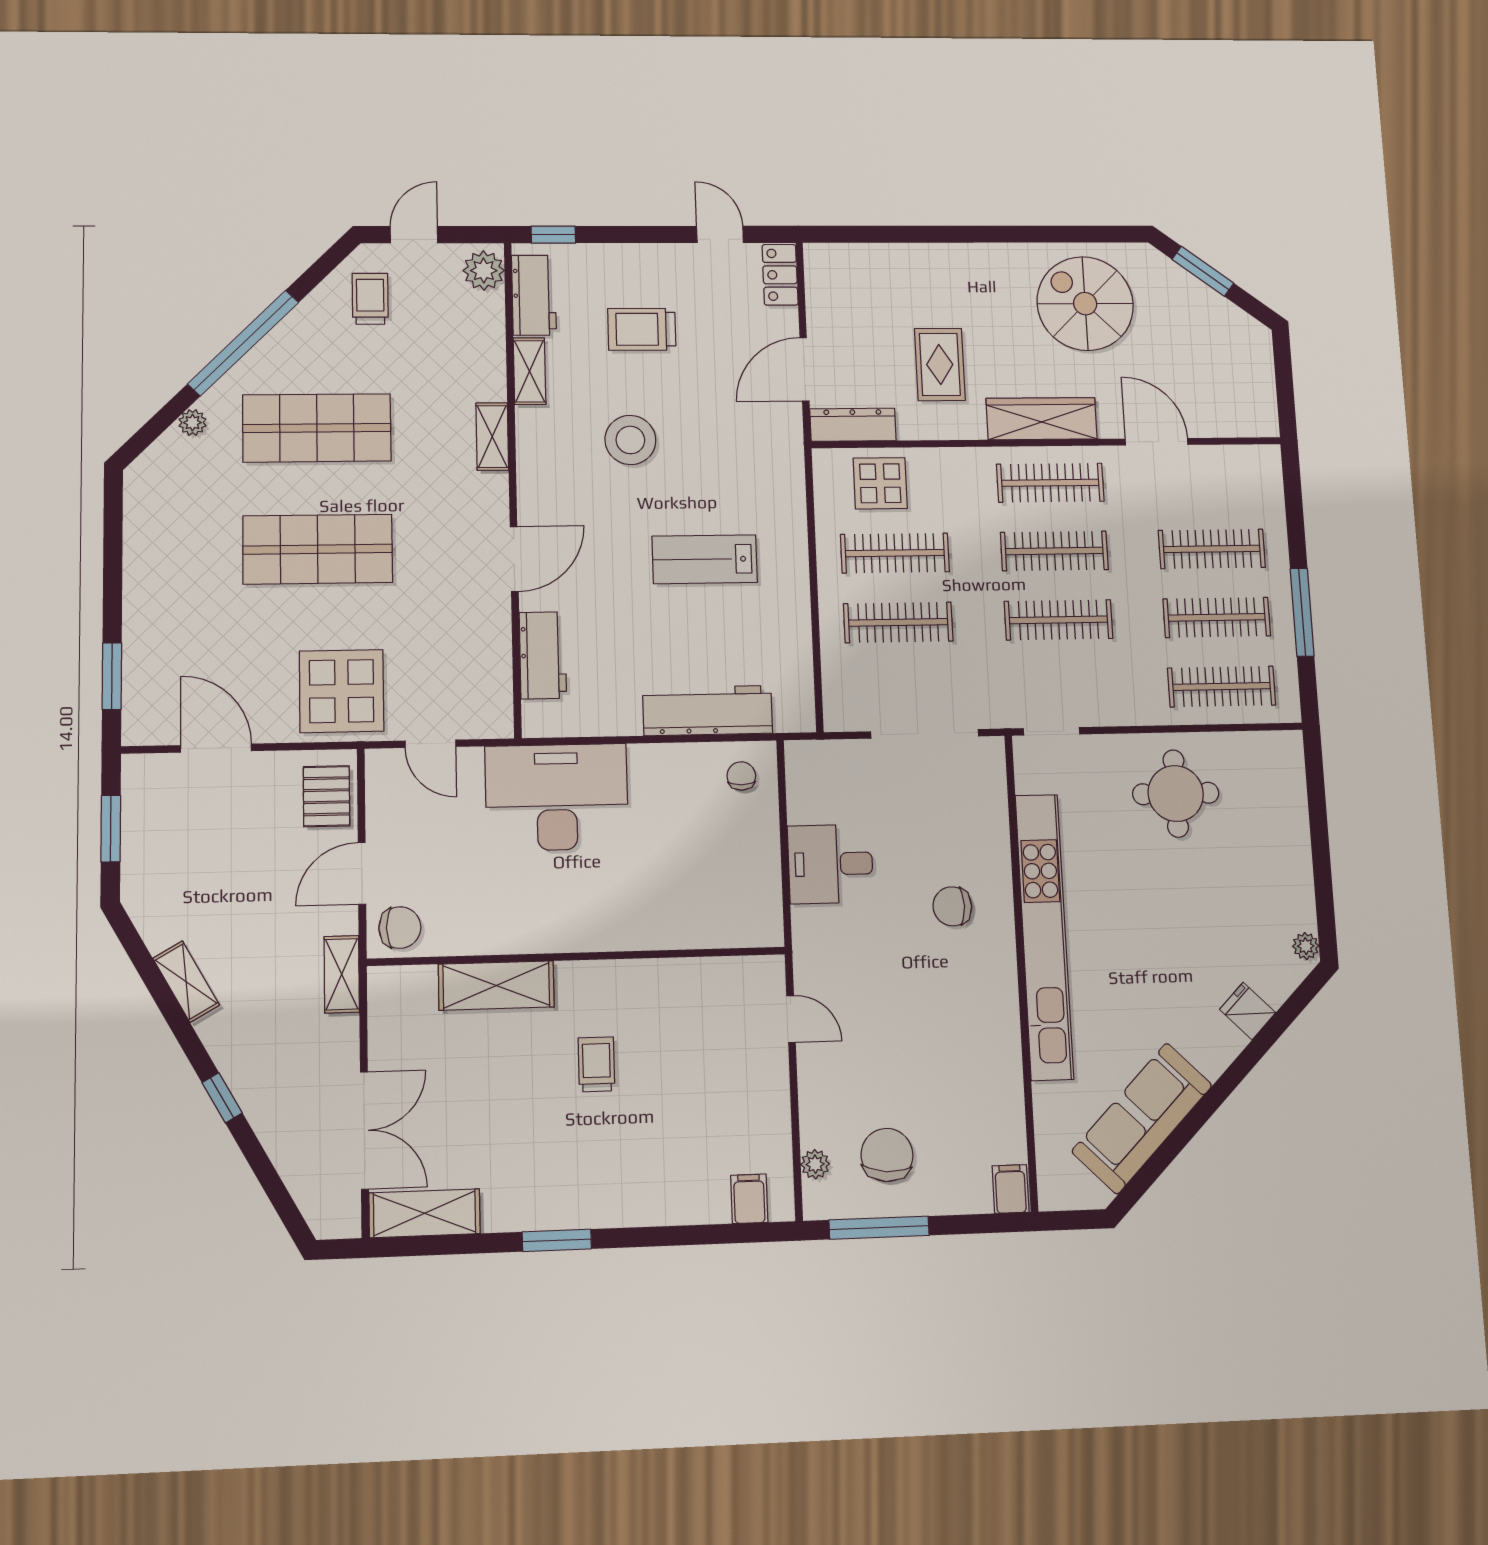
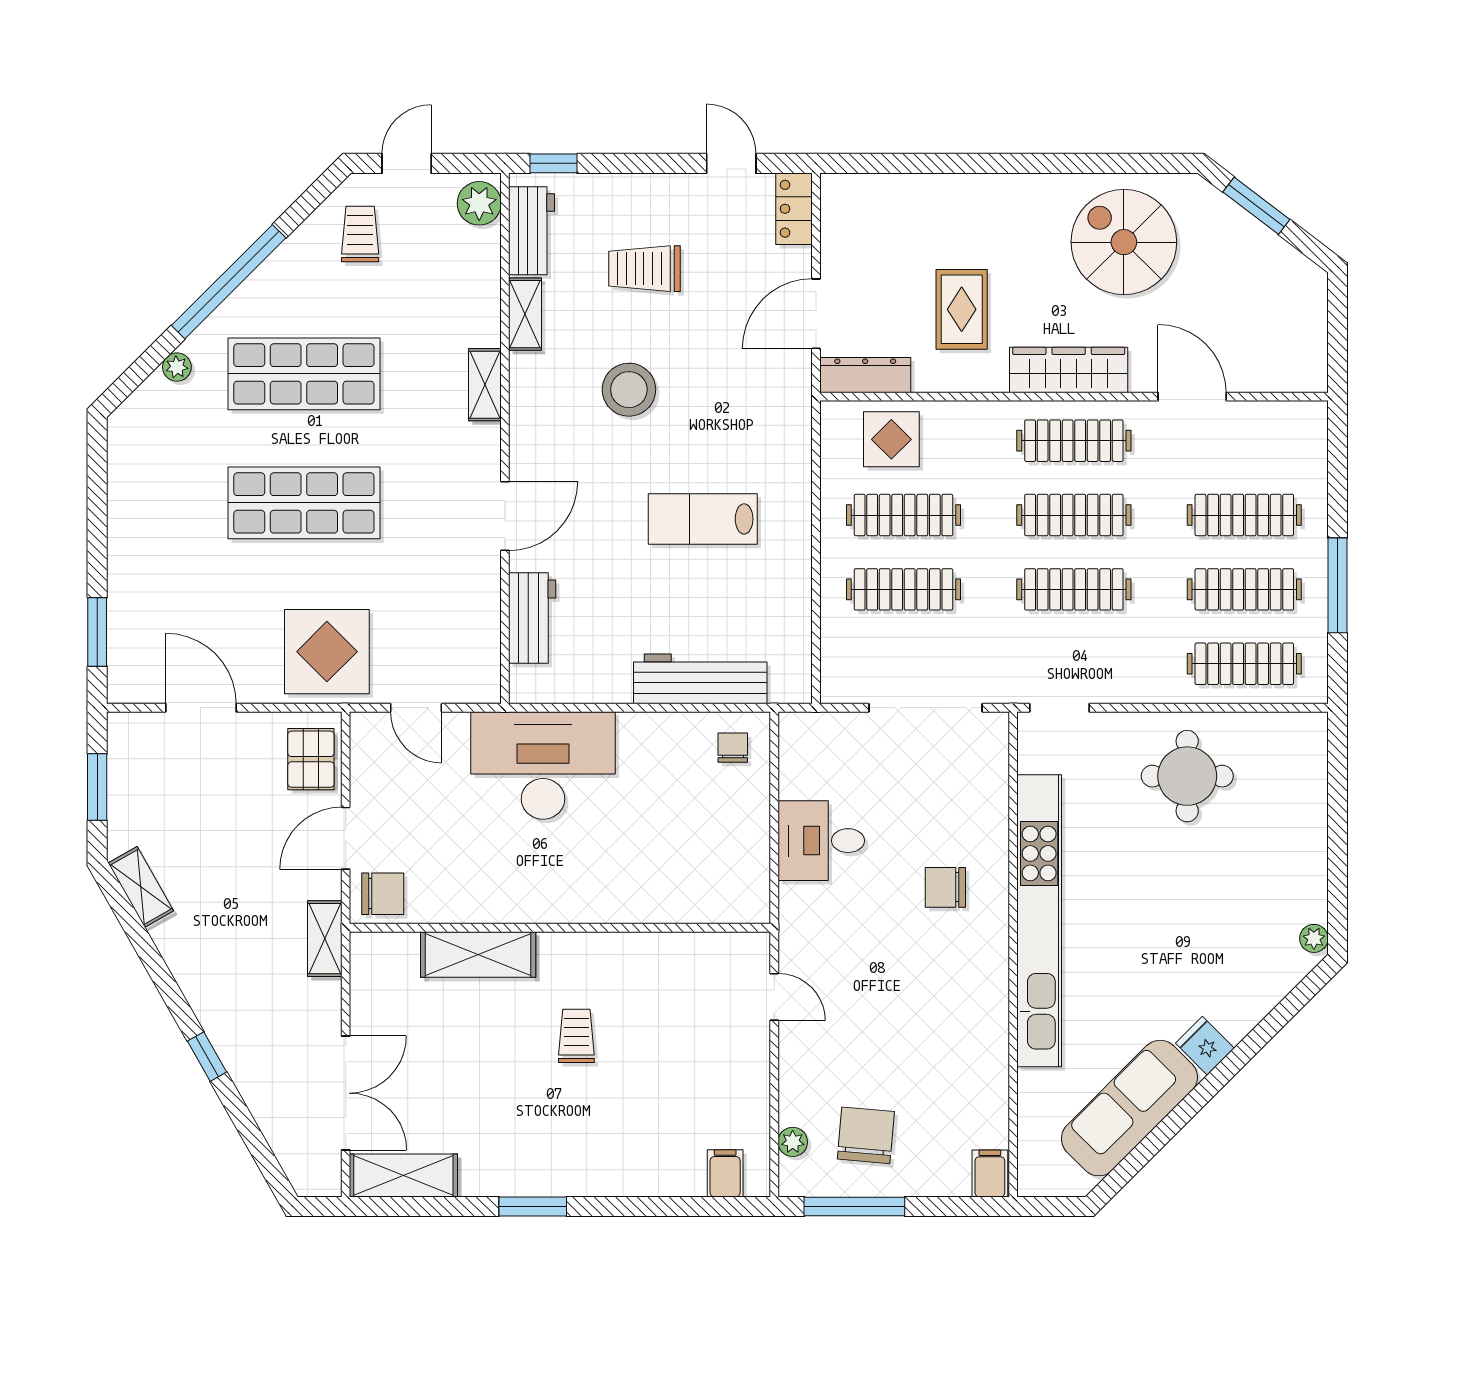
shelving: (186, 982) -> (141, 887), moved
fridge: (1248, 1011) -> (1205, 1046), moved

